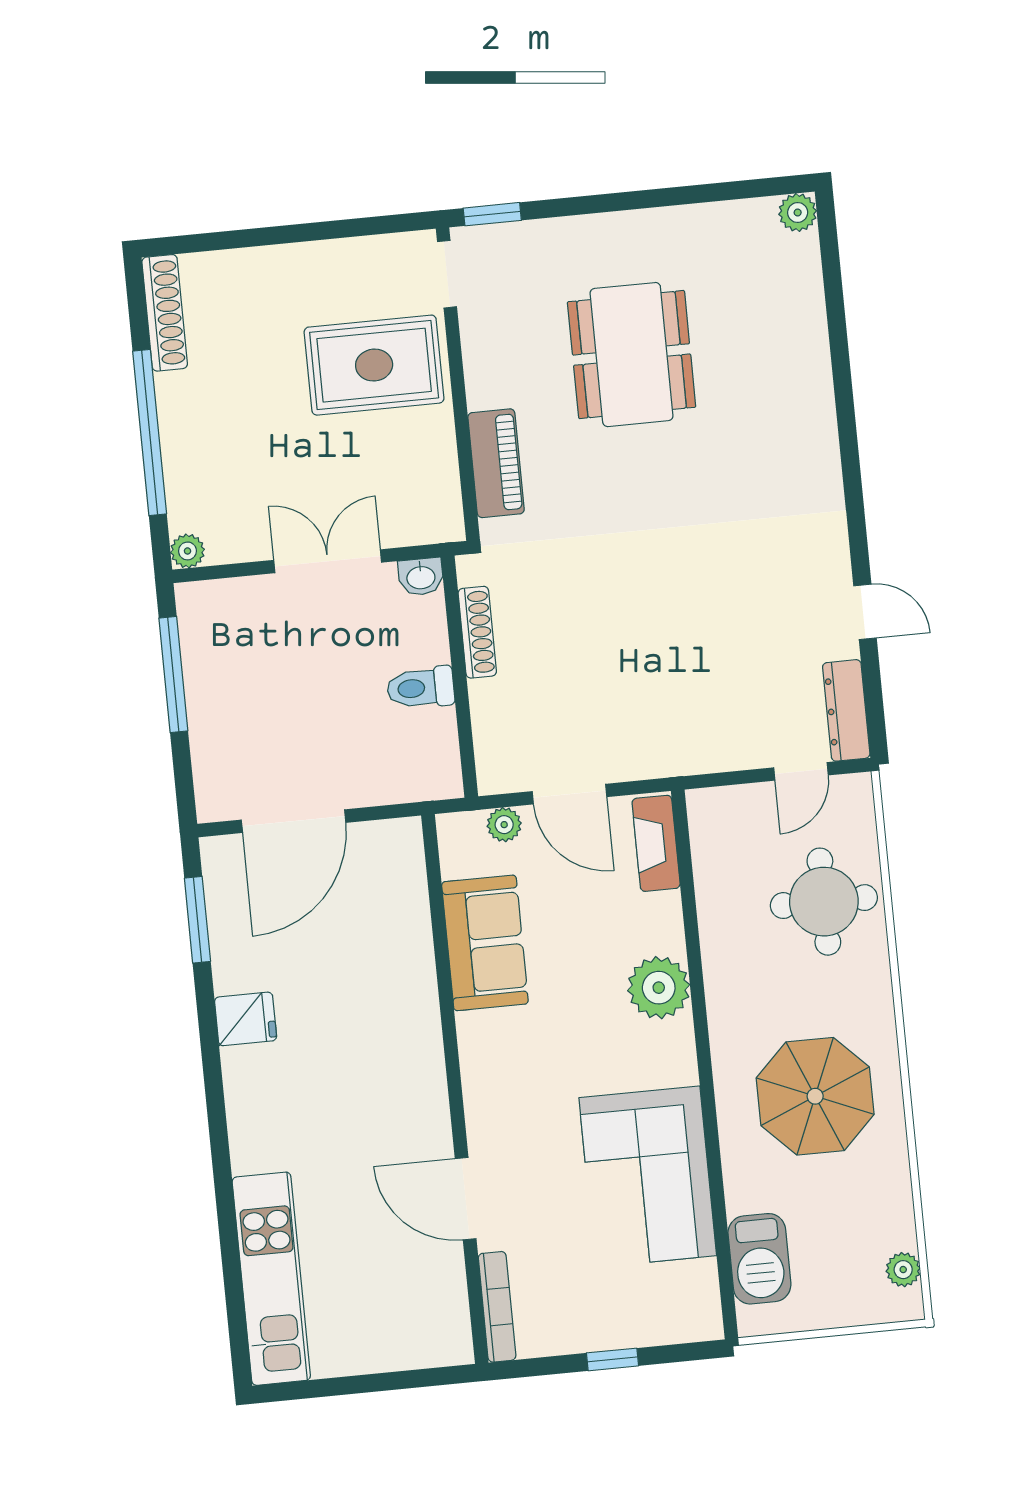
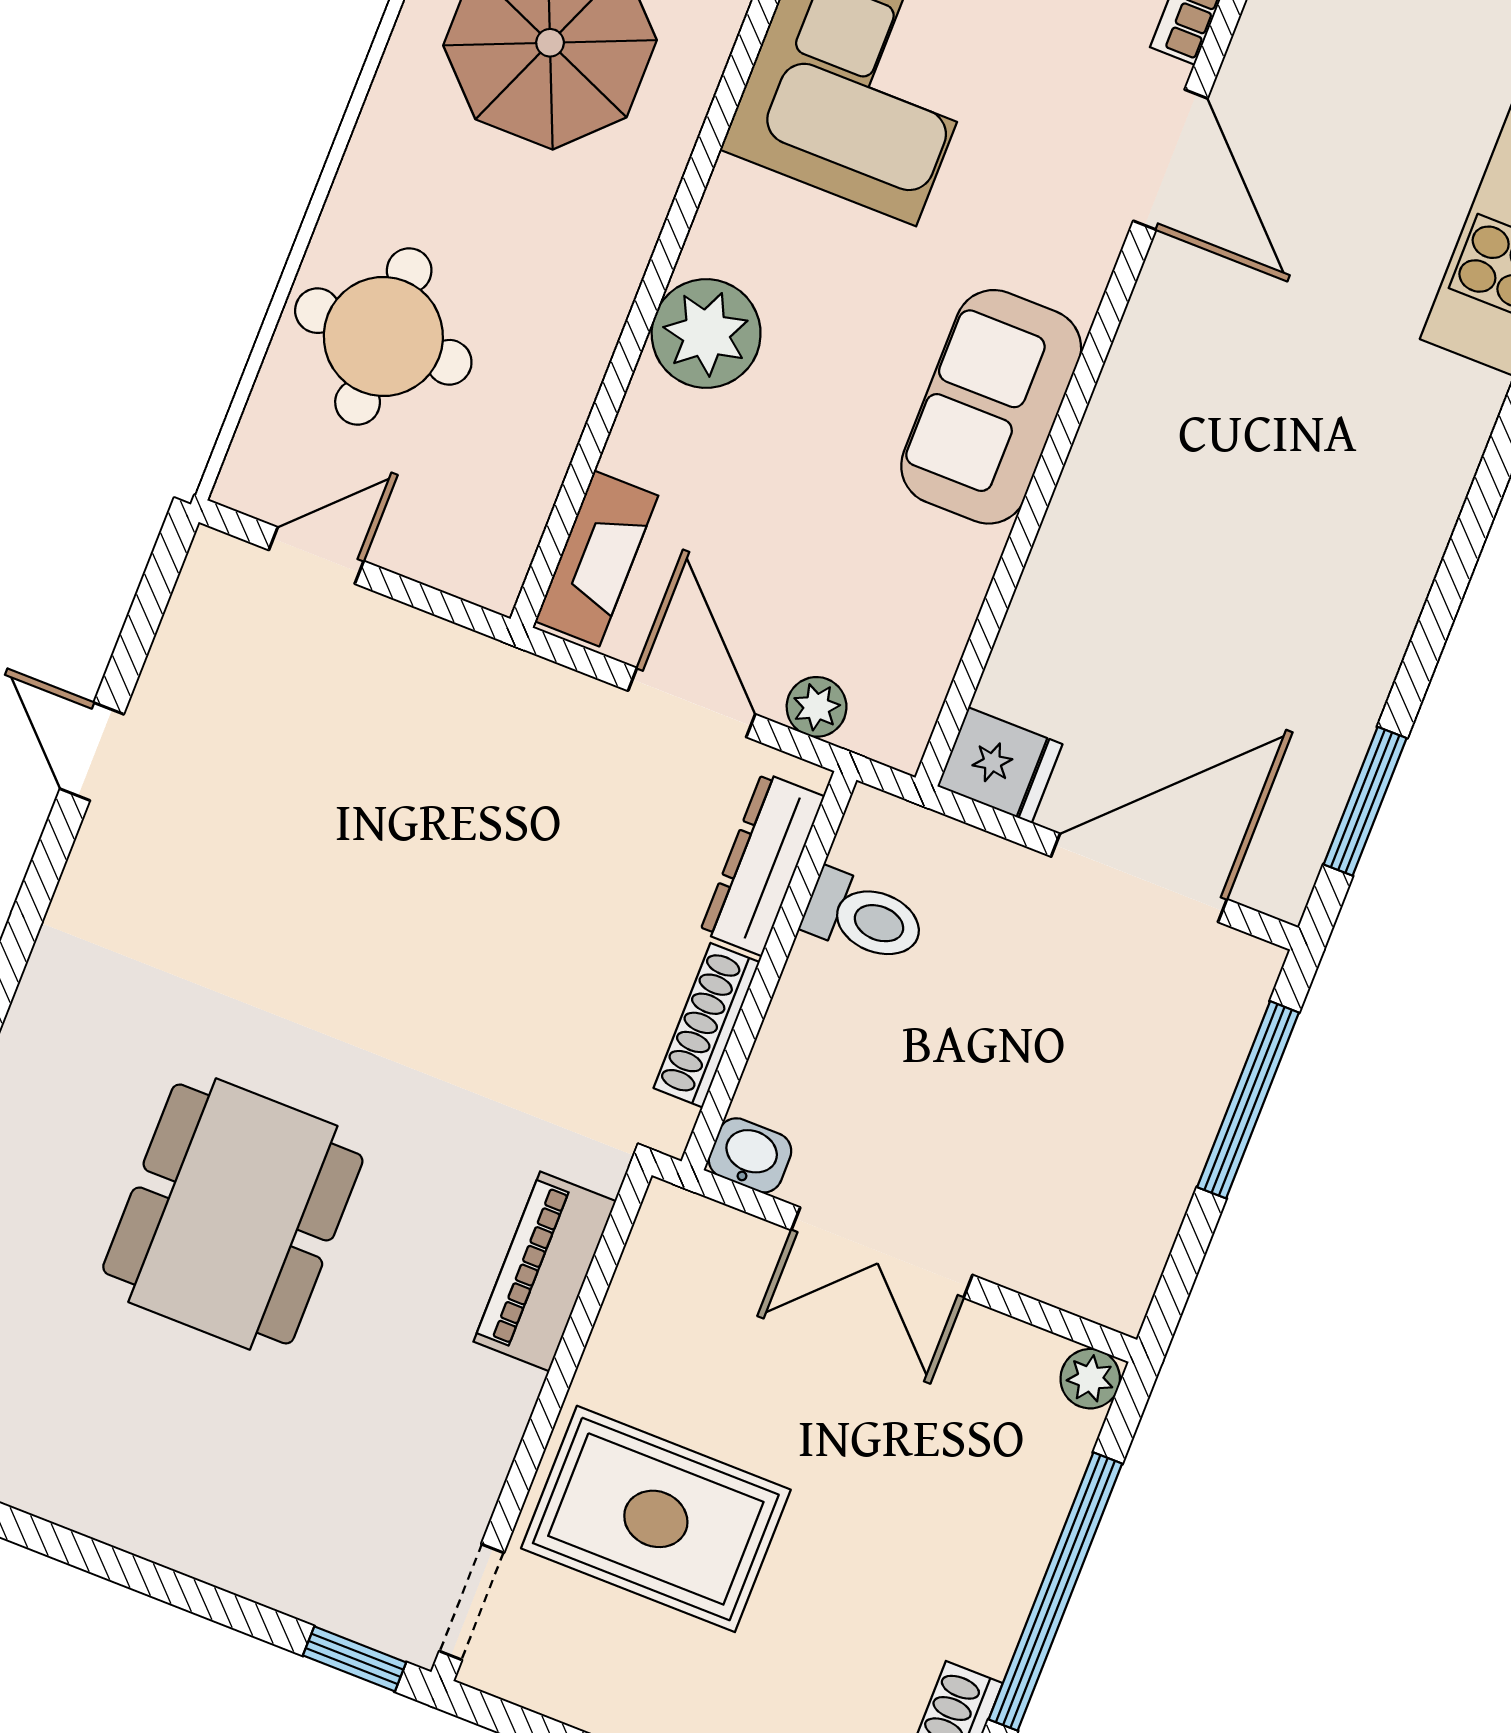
dining table: (632, 355) -> (233, 1214), moved
window: (173, 674) -> (1248, 1100), moved
toilet: (421, 688) -> (864, 917), moved
dresser: (846, 710) -> (762, 864), moved, turned 180
sofa: (485, 943) -> (991, 407), moved
fridge: (246, 1019) -> (1000, 765), moved, turned 180

